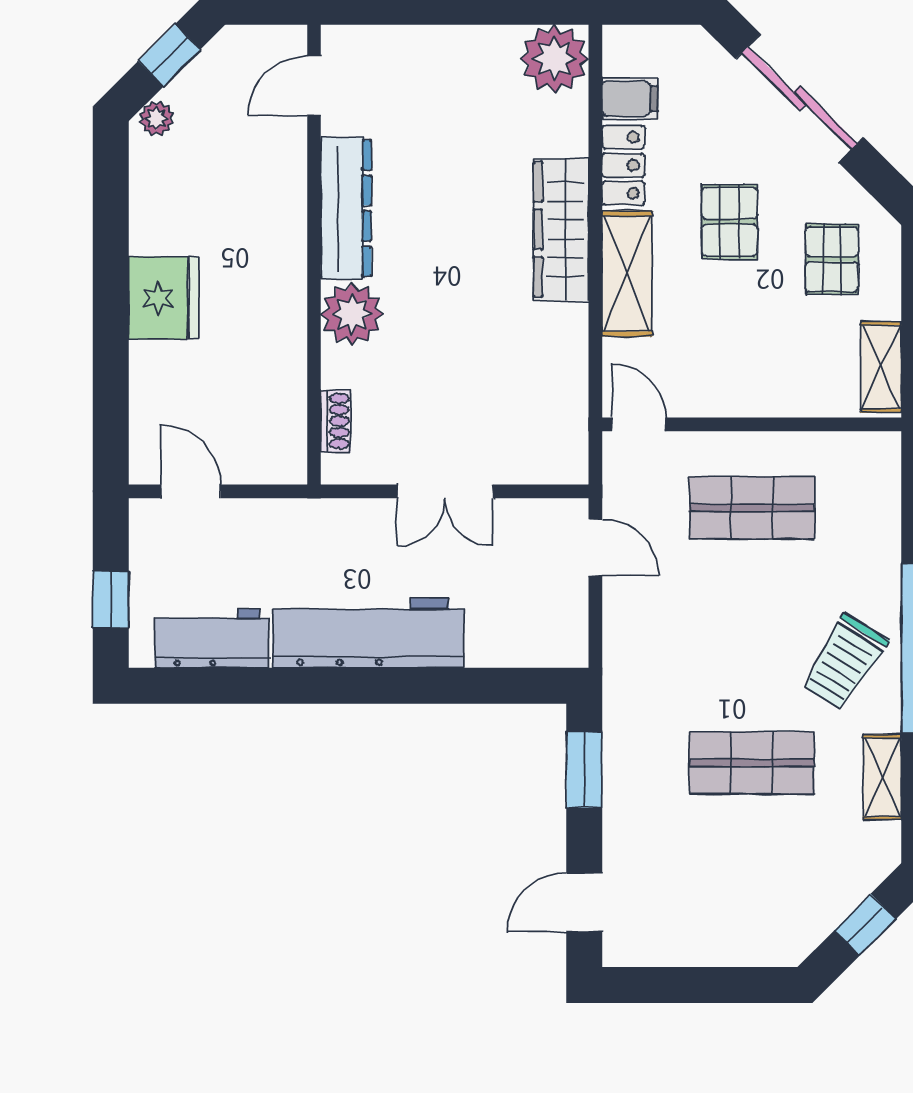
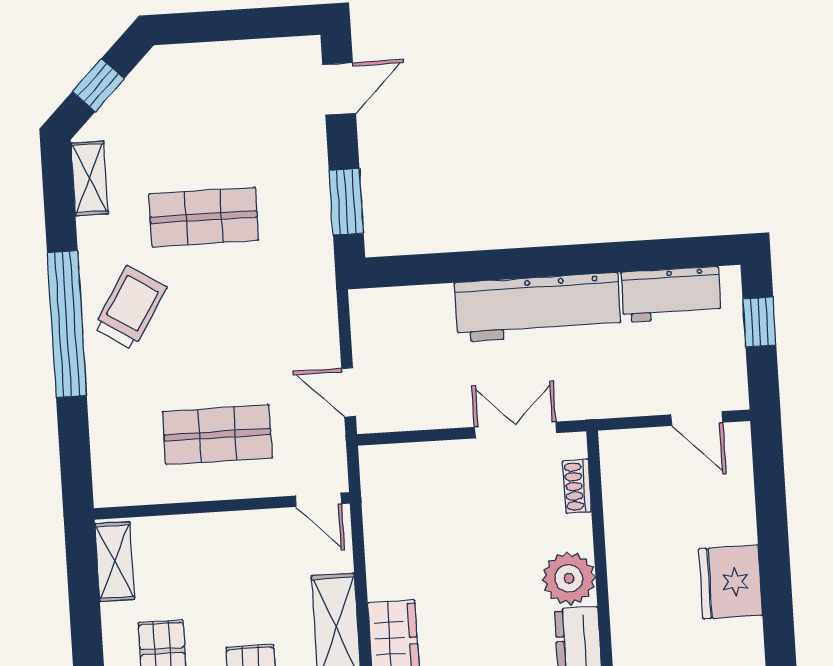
double door: (445, 491) -> (515, 430), moved
shelving: (882, 777) -> (90, 178), moved

